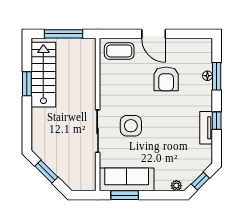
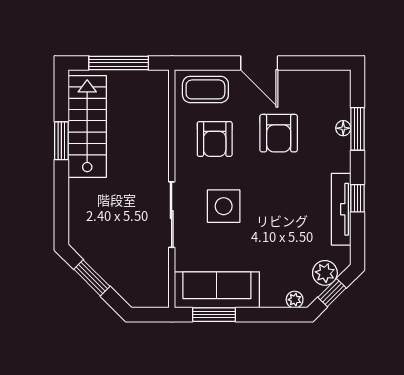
armchair: (125, 83) -> (215, 139), added
tv unit: (206, 128) -> (341, 209), width x1.41
plant: (196, 168) -> (325, 273), added

